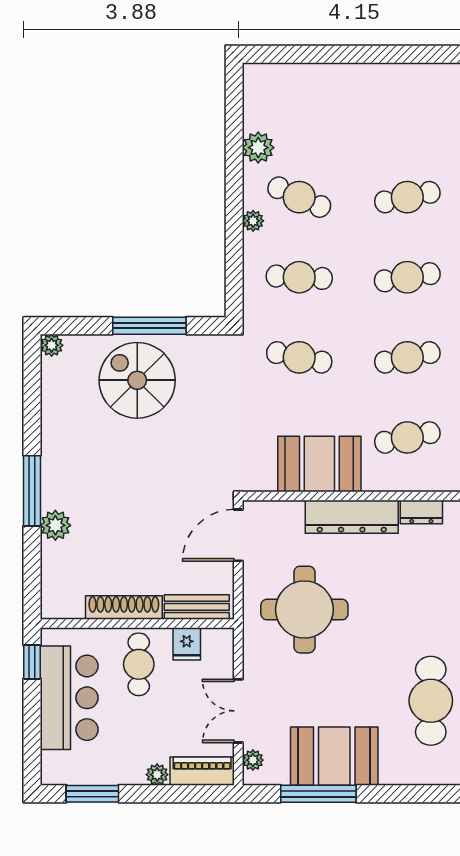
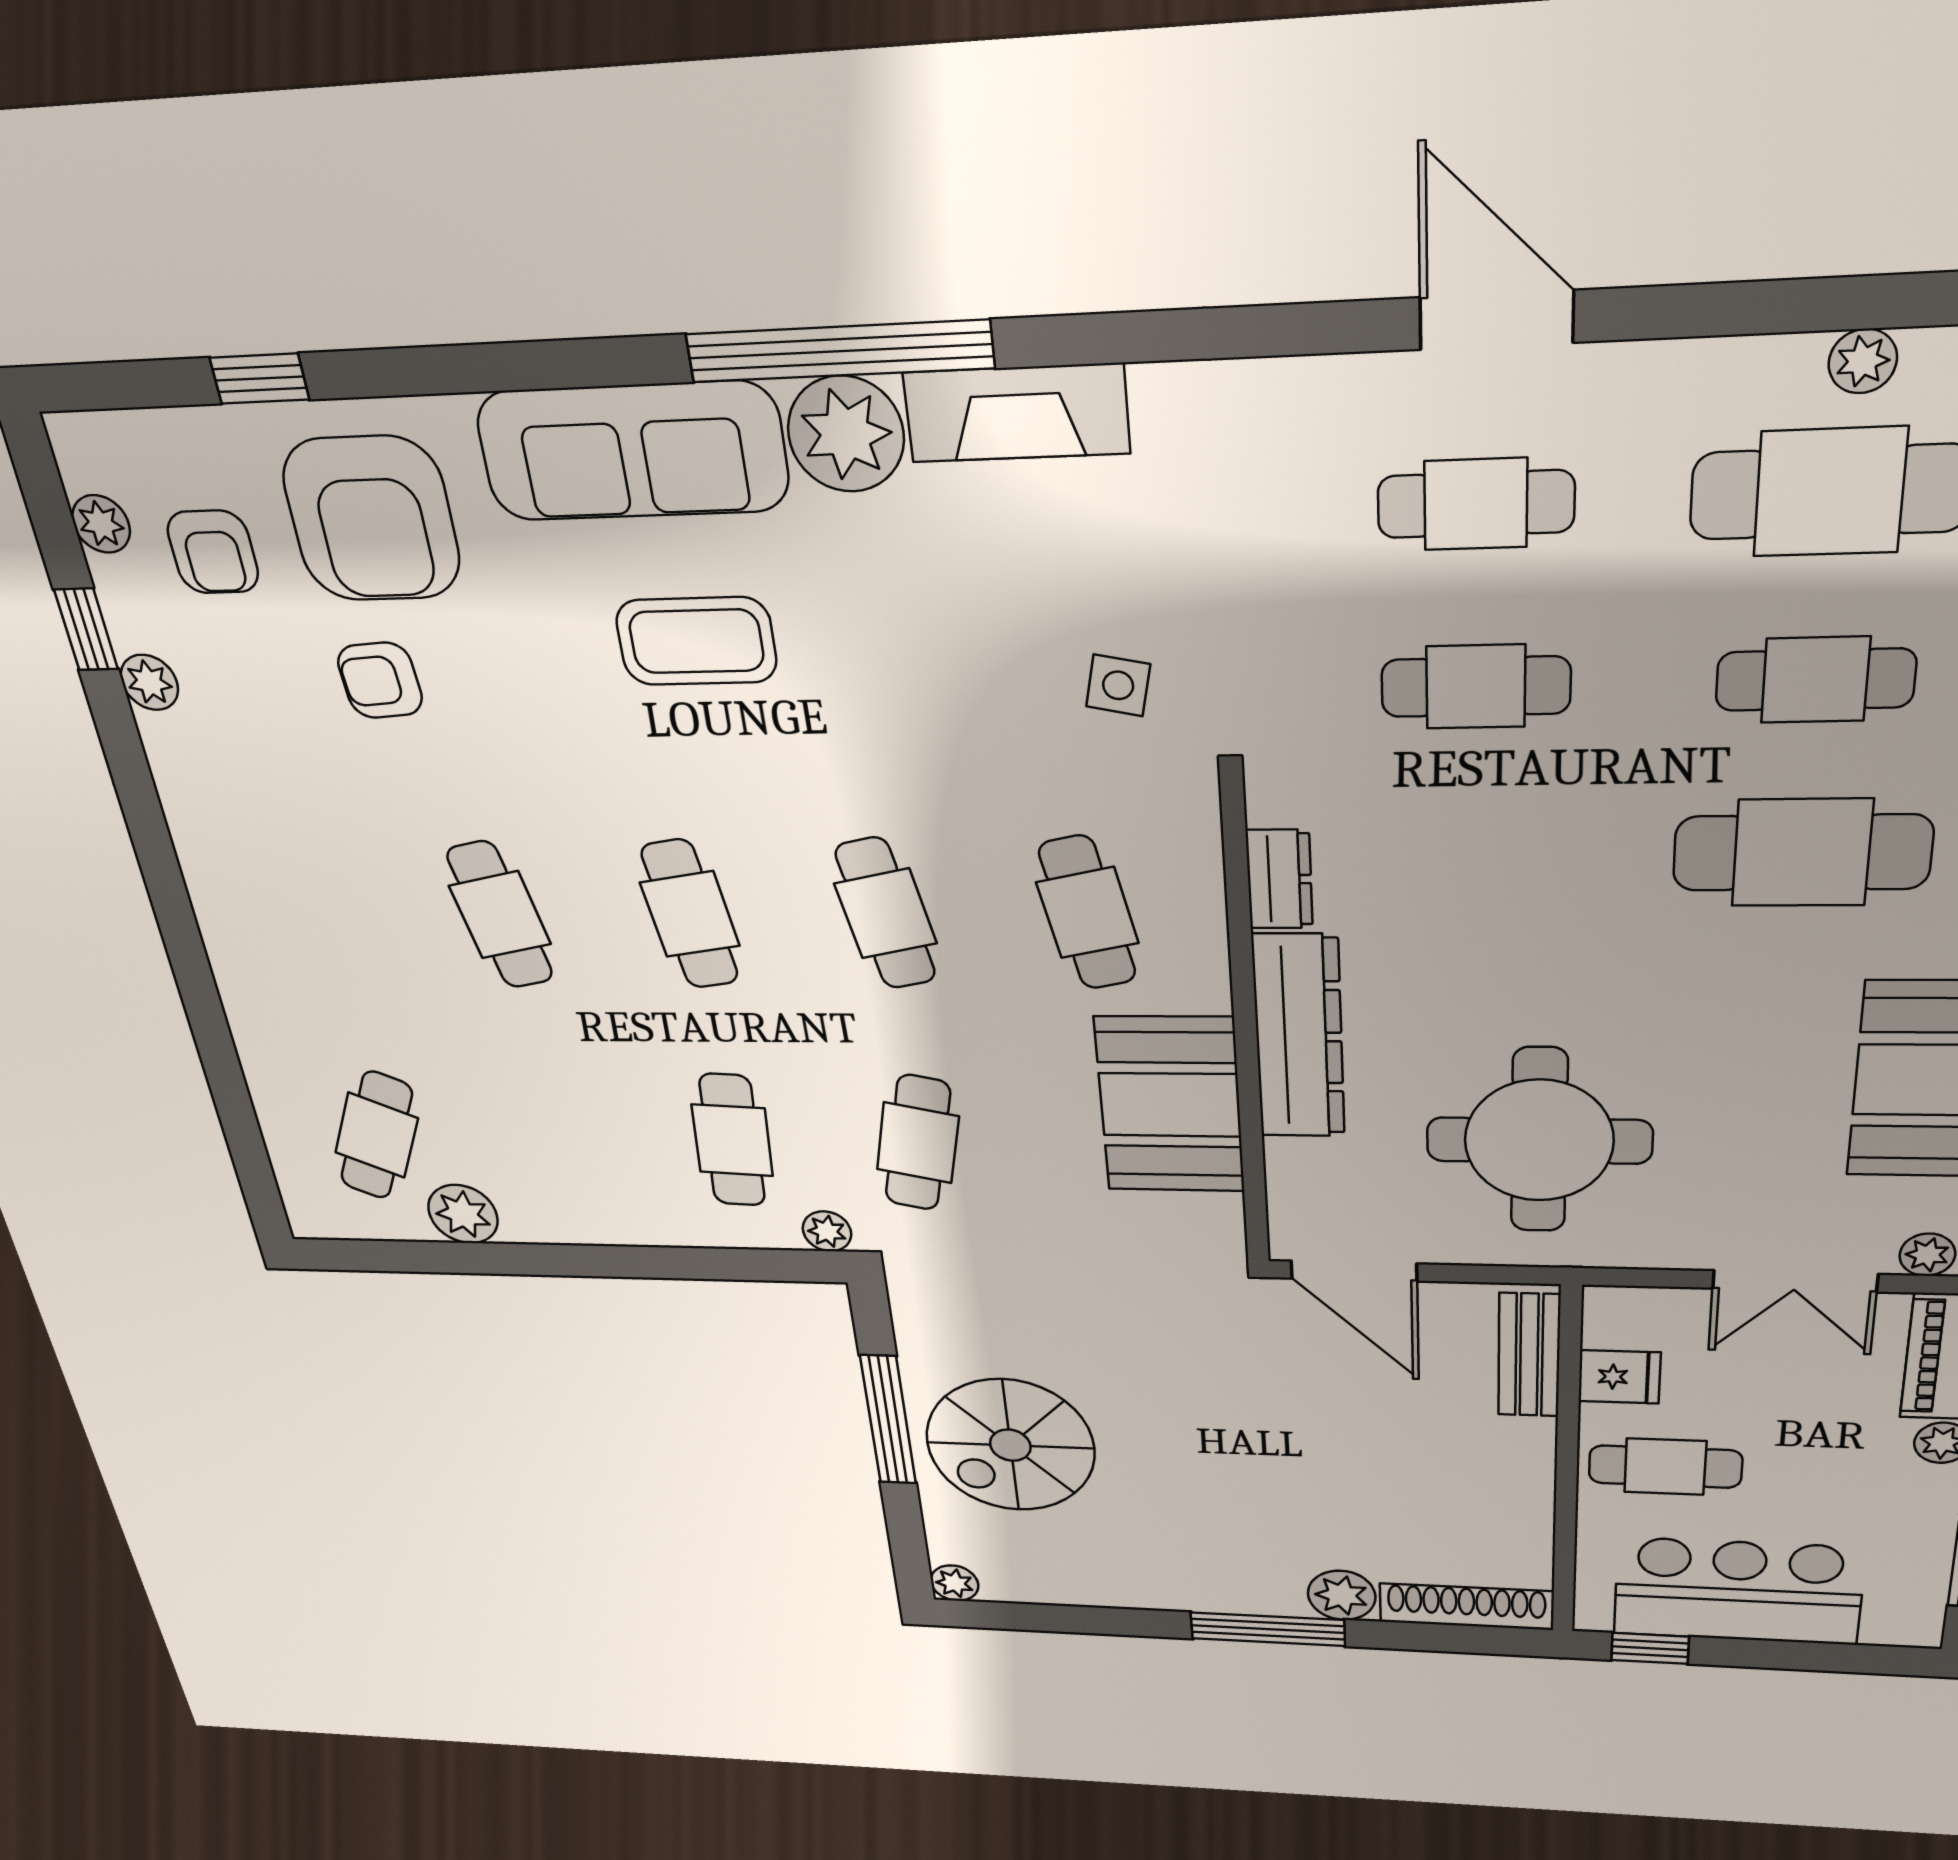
cafe table: (299, 197) -> (377, 1135), moved
plant: (253, 221) -> (827, 1231), moved
shoe rack: (124, 607) -> (1466, 1607), moved, turned 90

